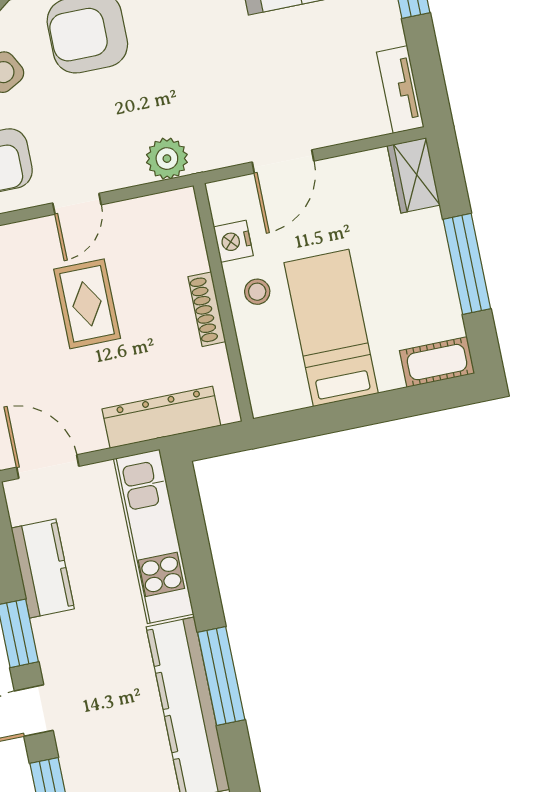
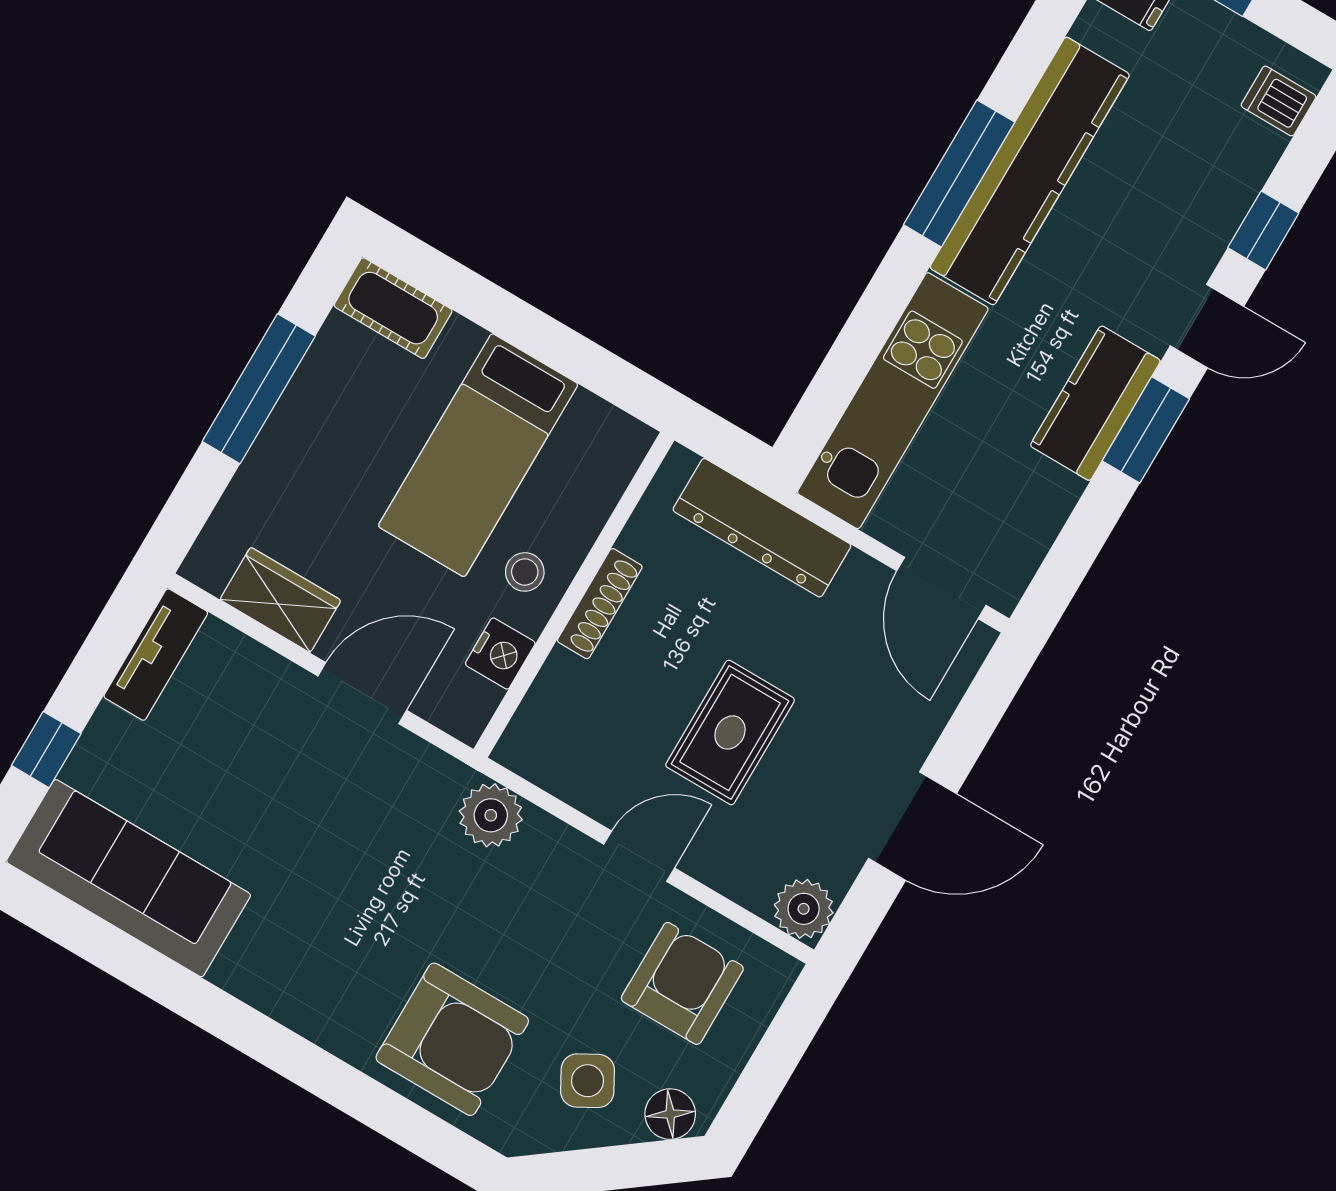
wardrobe: (414, 175) -> (280, 600), moved, turned -90
kitchen counter: (43, 568) -> (1095, 403), moved

